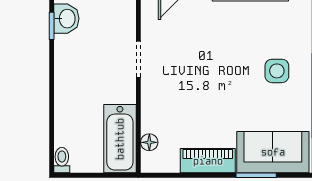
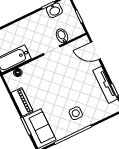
bidet: (121, 27) -> (62, 36), added

